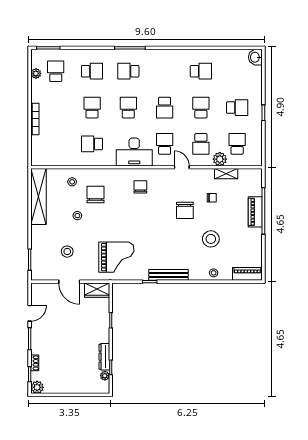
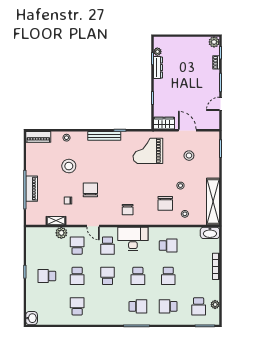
school desk: (201, 71) -> (77, 306), turned 90
school desk: (237, 144) -> (47, 246), removed
washbasin: (42, 159) -> (210, 233), added

